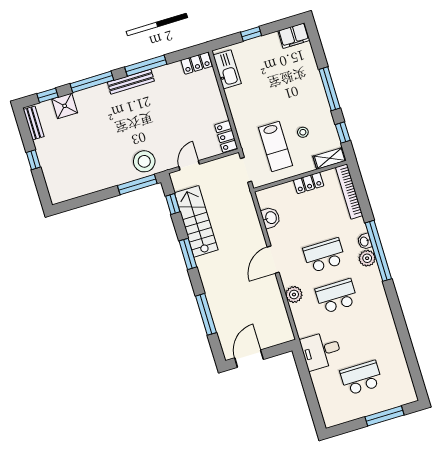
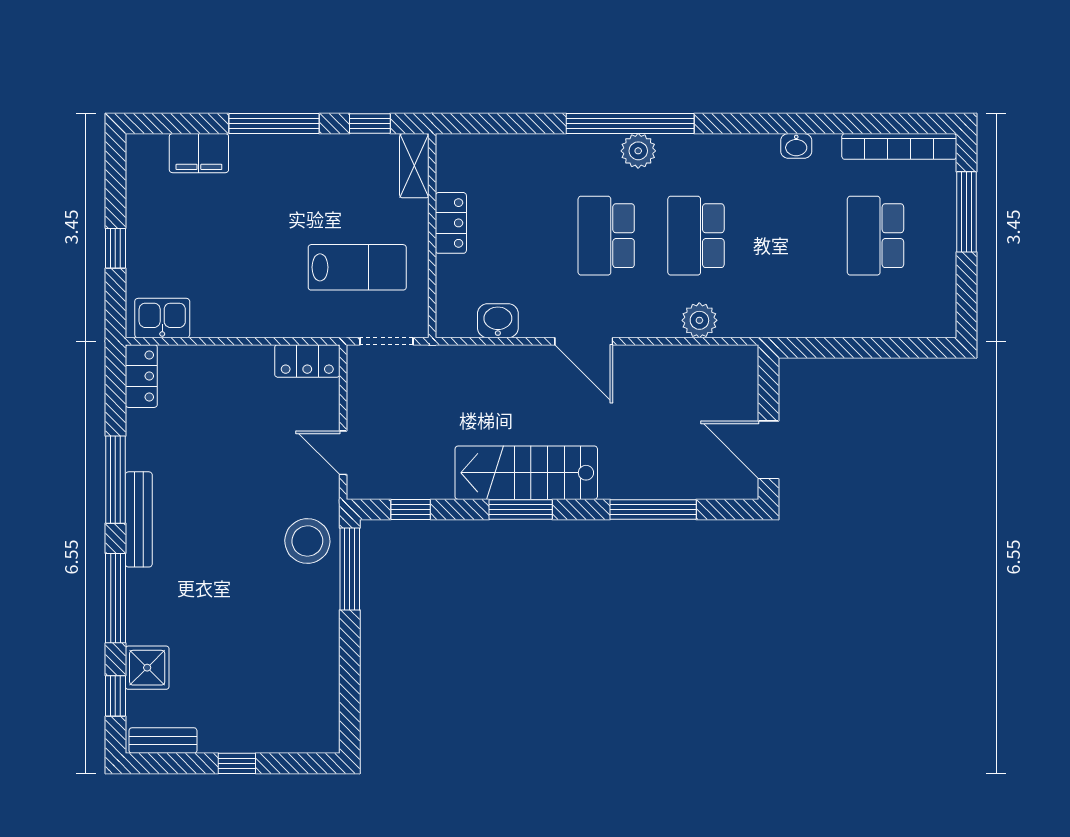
filing cabinet: (294, 36) -> (199, 153), moved, turned 90
kitchen sink: (227, 69) -> (162, 318), width x0.73
stool: (303, 132) -> (345, 204), removed
bookcase: (349, 191) -> (899, 146), moved
stairs: (196, 221) -> (526, 473), moved
washbasin: (365, 241) -> (796, 146), moved
plant: (294, 295) -> (699, 320), moved
desk: (321, 351) -> (796, 300), removed

